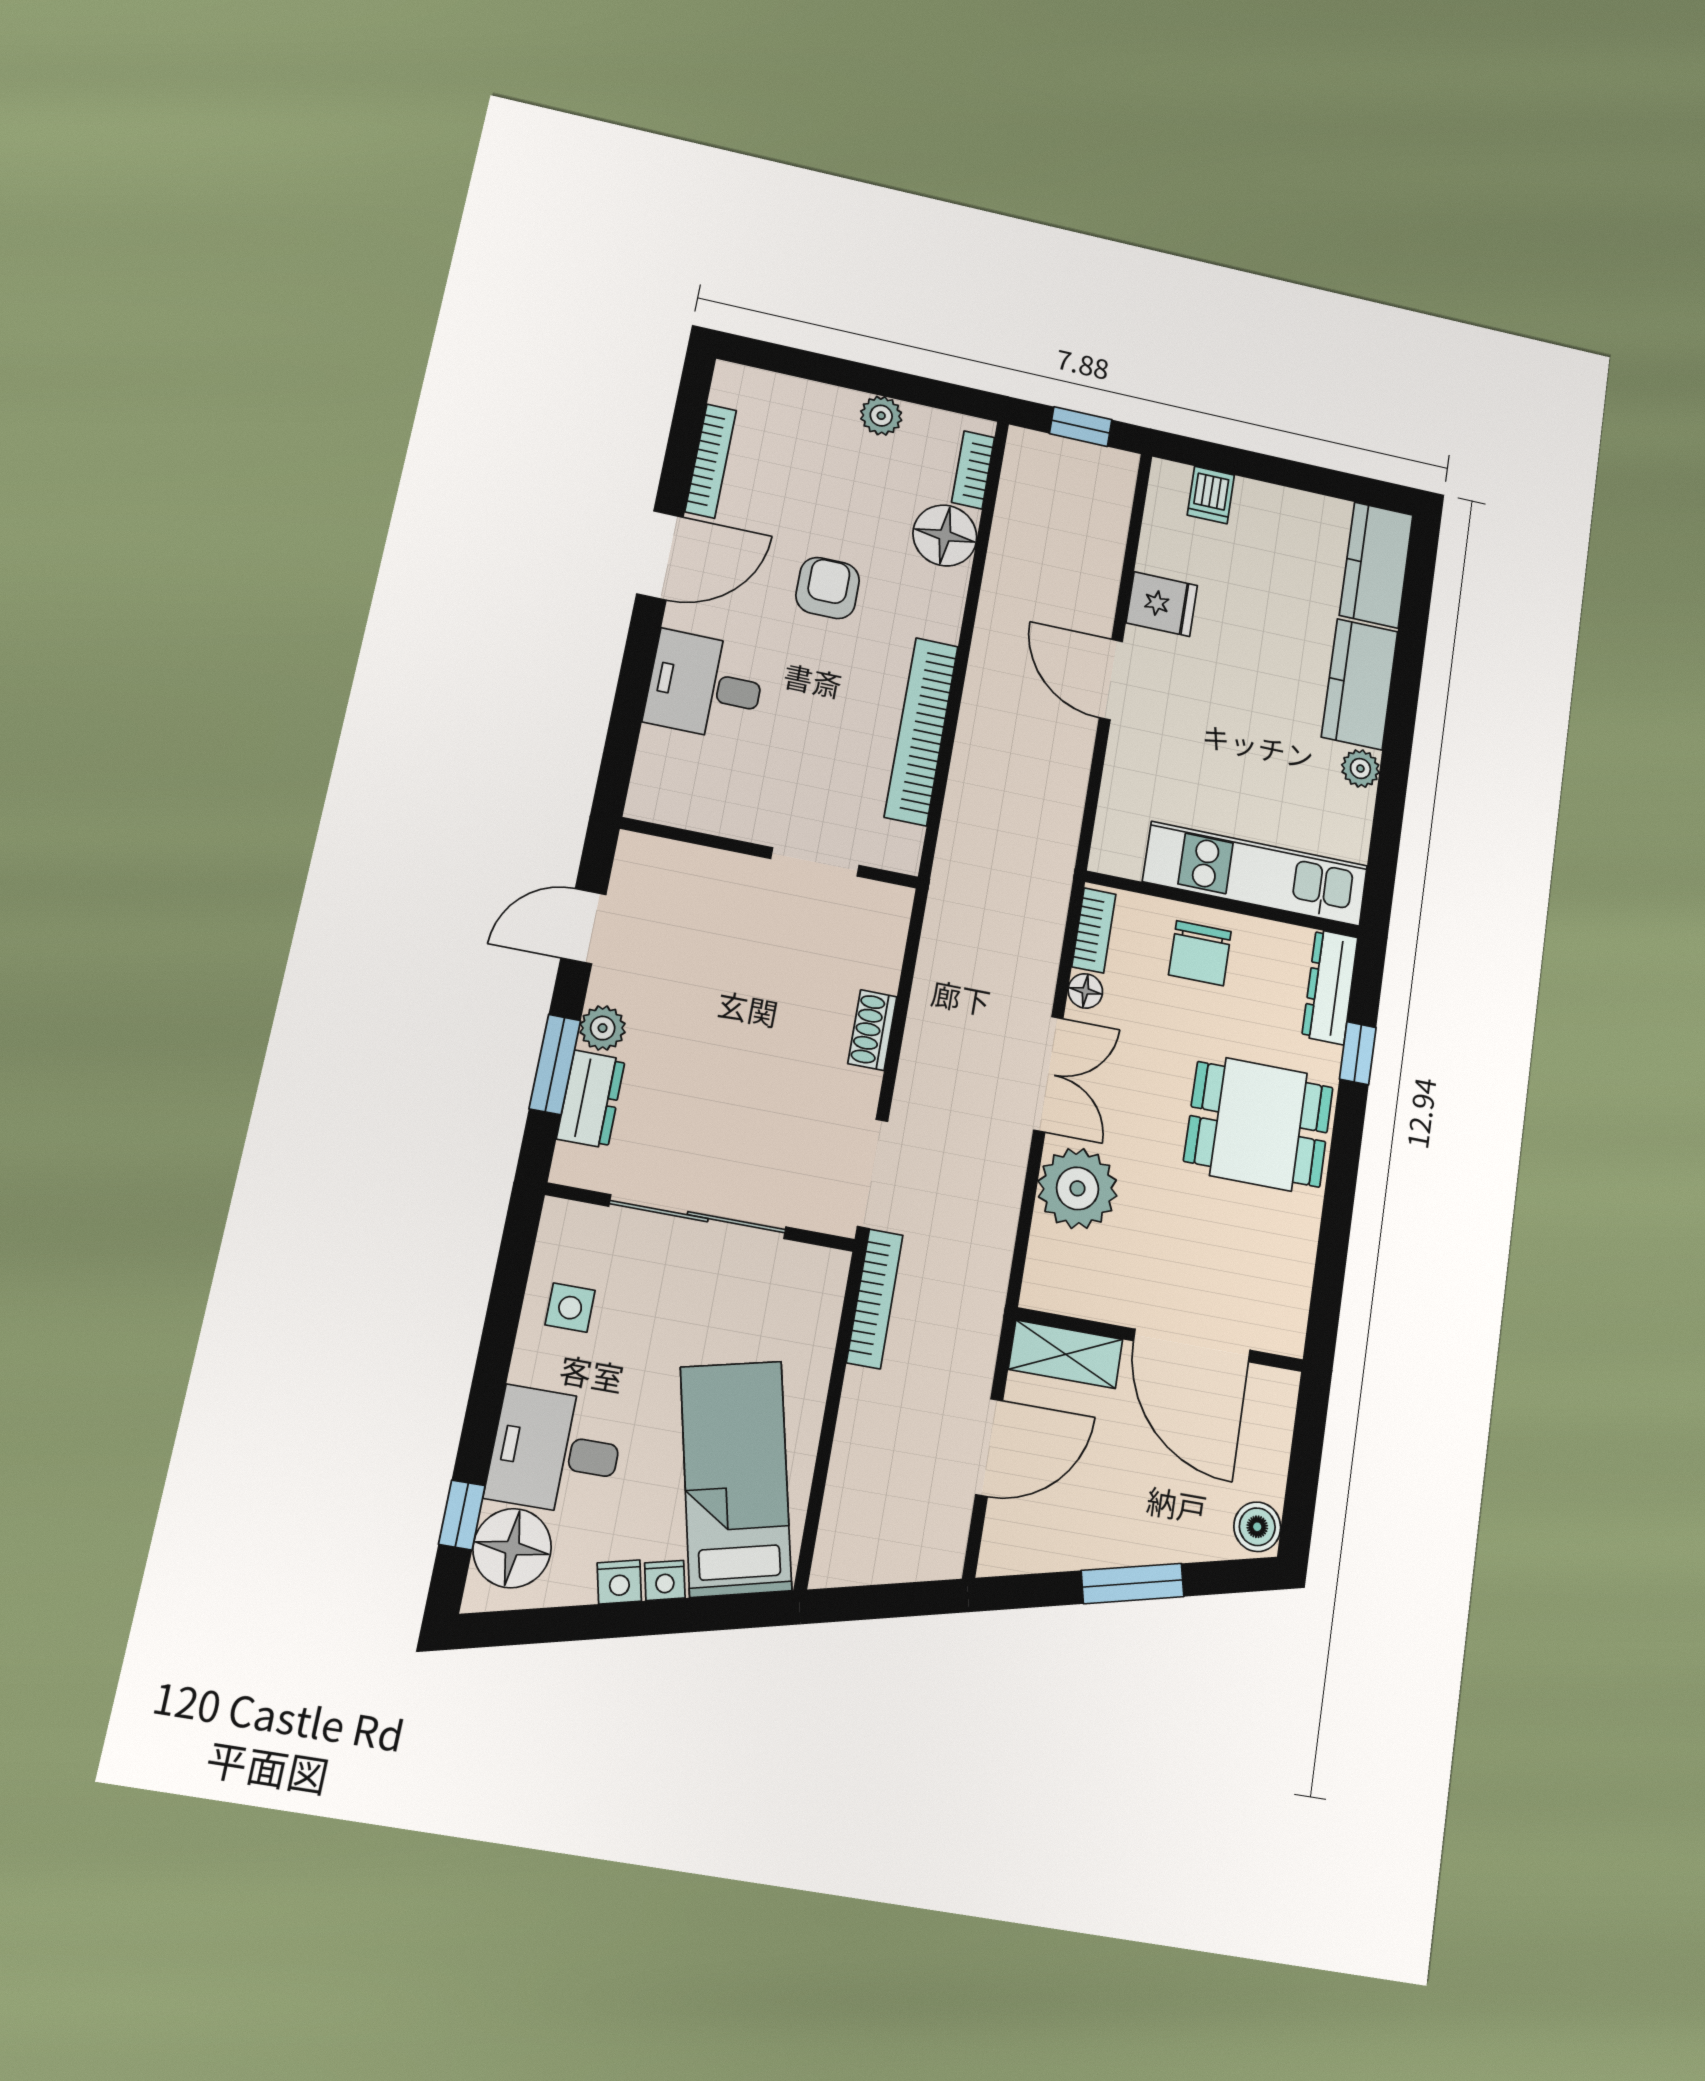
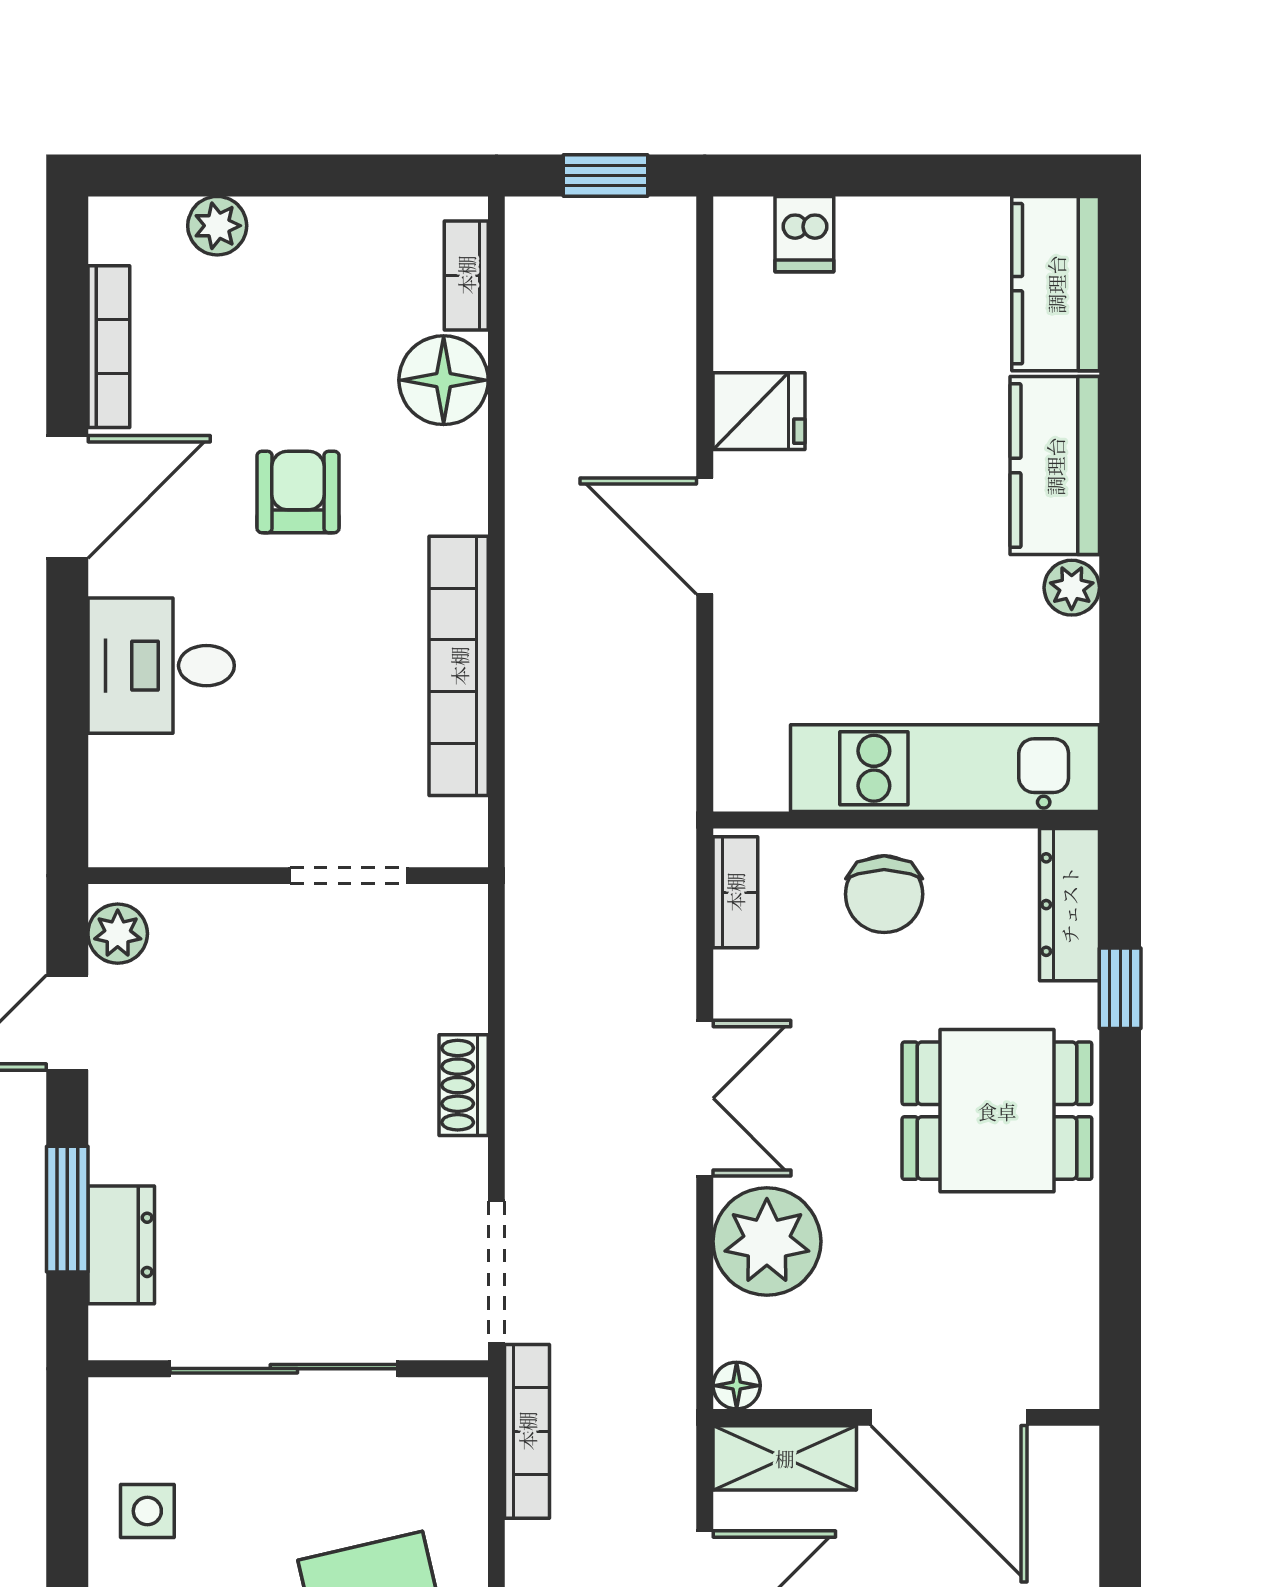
plant: (881, 416) -> (217, 226), moved
floor lamp: (1085, 991) -> (737, 1386), moved
plant: (603, 1028) -> (118, 934), moved

